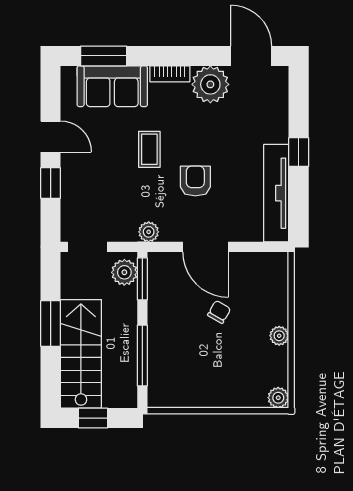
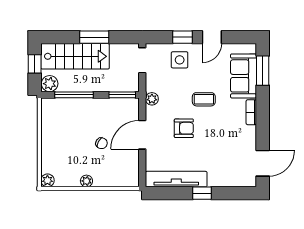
plant: (210, 84) -> (245, 138), removed
side table: (87, 188) -> (180, 60), added
plant: (124, 272) -> (50, 84), moved

